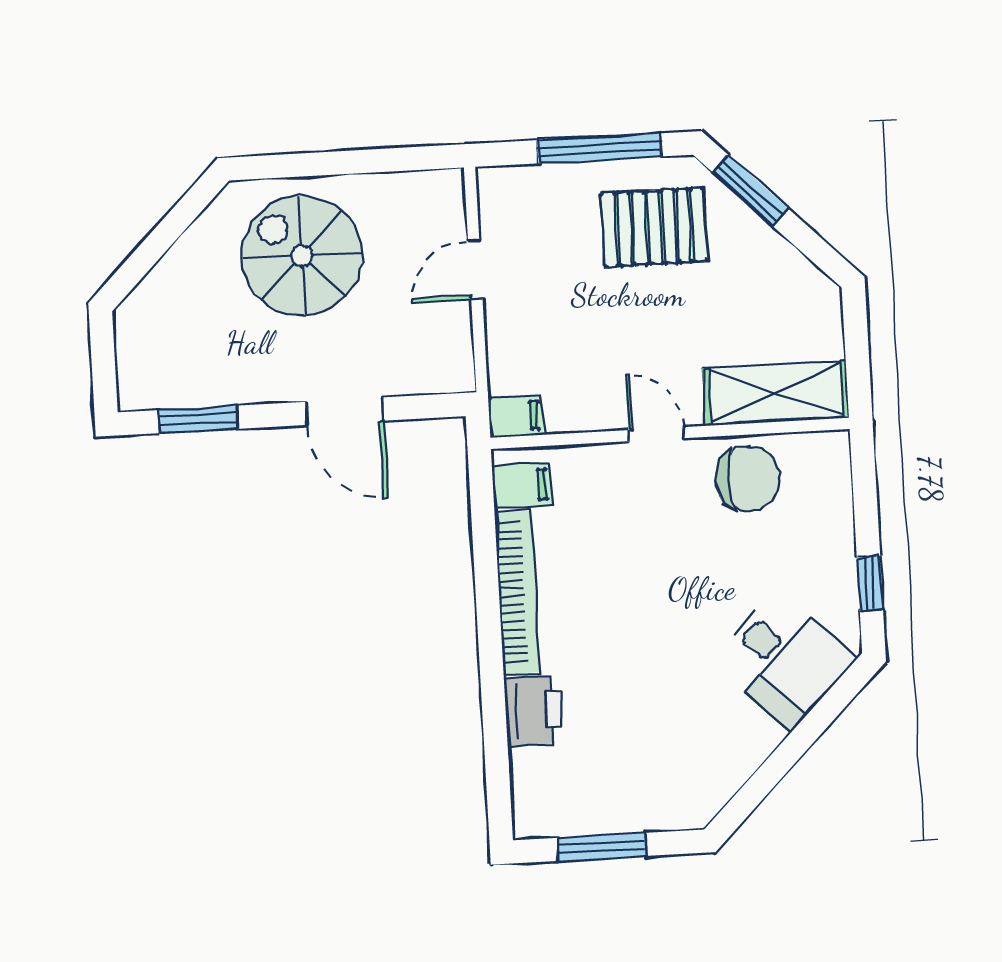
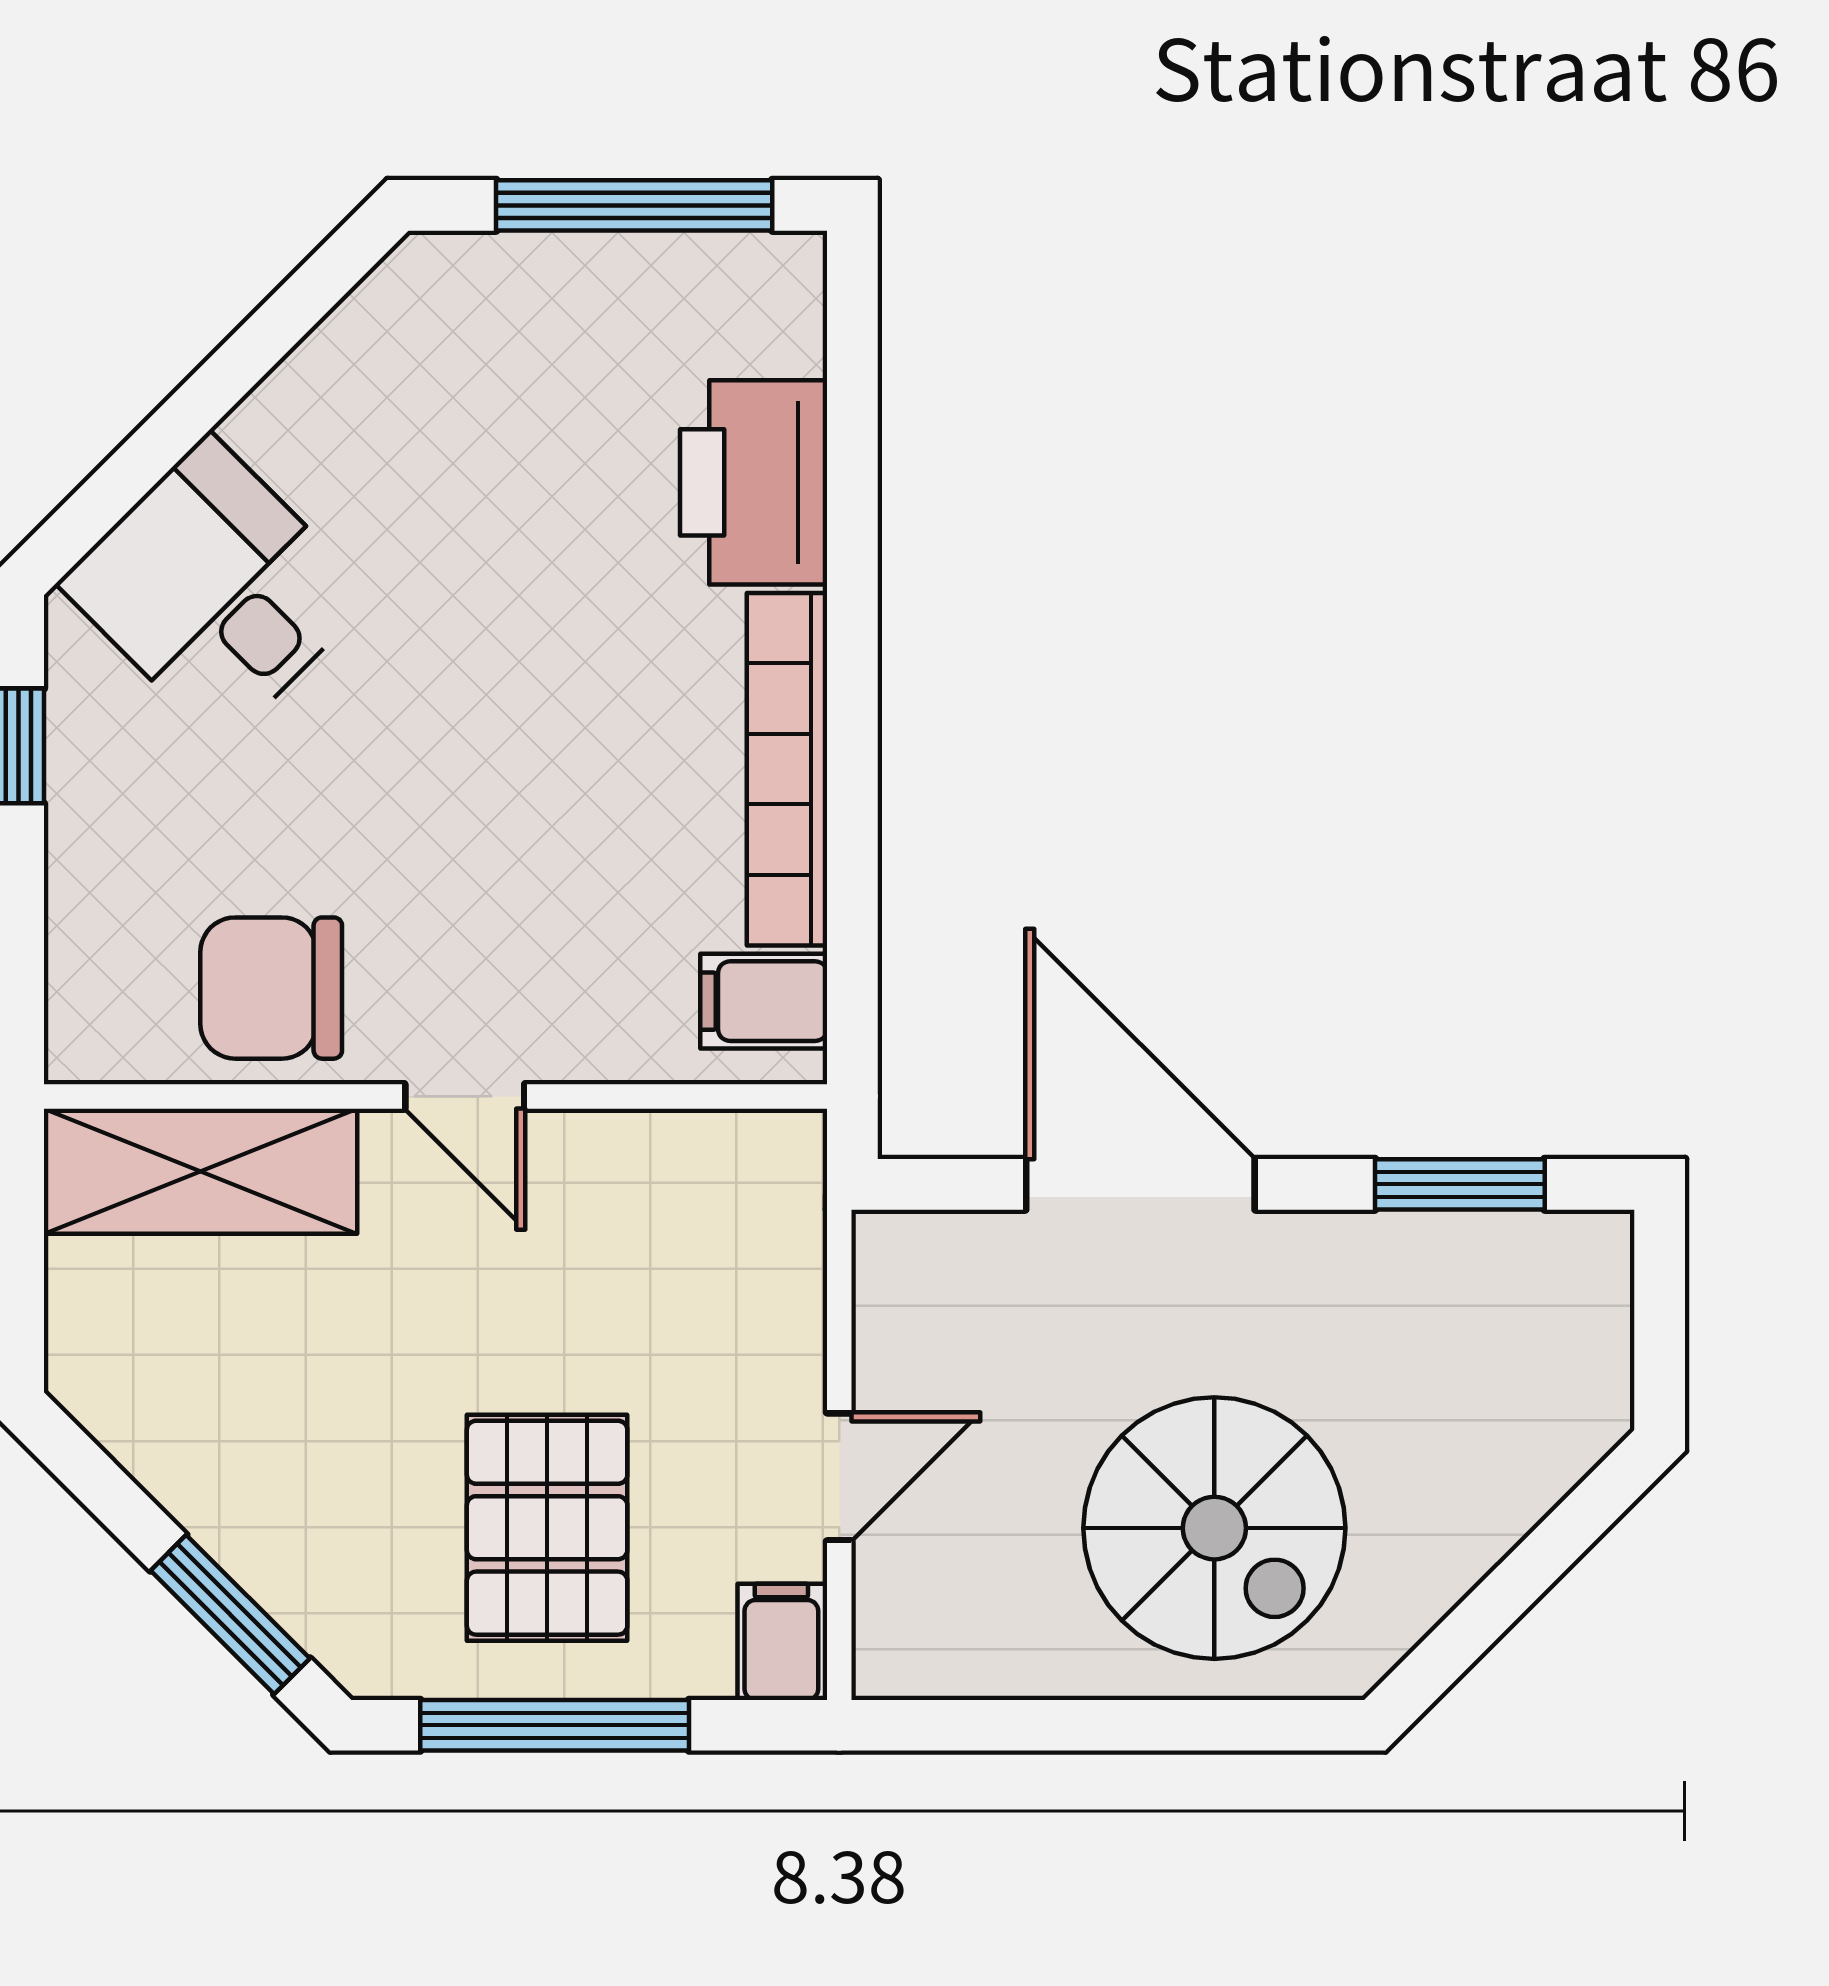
pallet: (654, 227) -> (547, 1528), moved, turned 90
door: (345, 411) -> (1140, 1184), width x1.36
filing cabinet: (516, 416) -> (781, 1642), moved, turned 90
printer: (534, 711) -> (754, 482), width x1.37, depth x1.19
window: (602, 847) -> (634, 205), width x1.44

